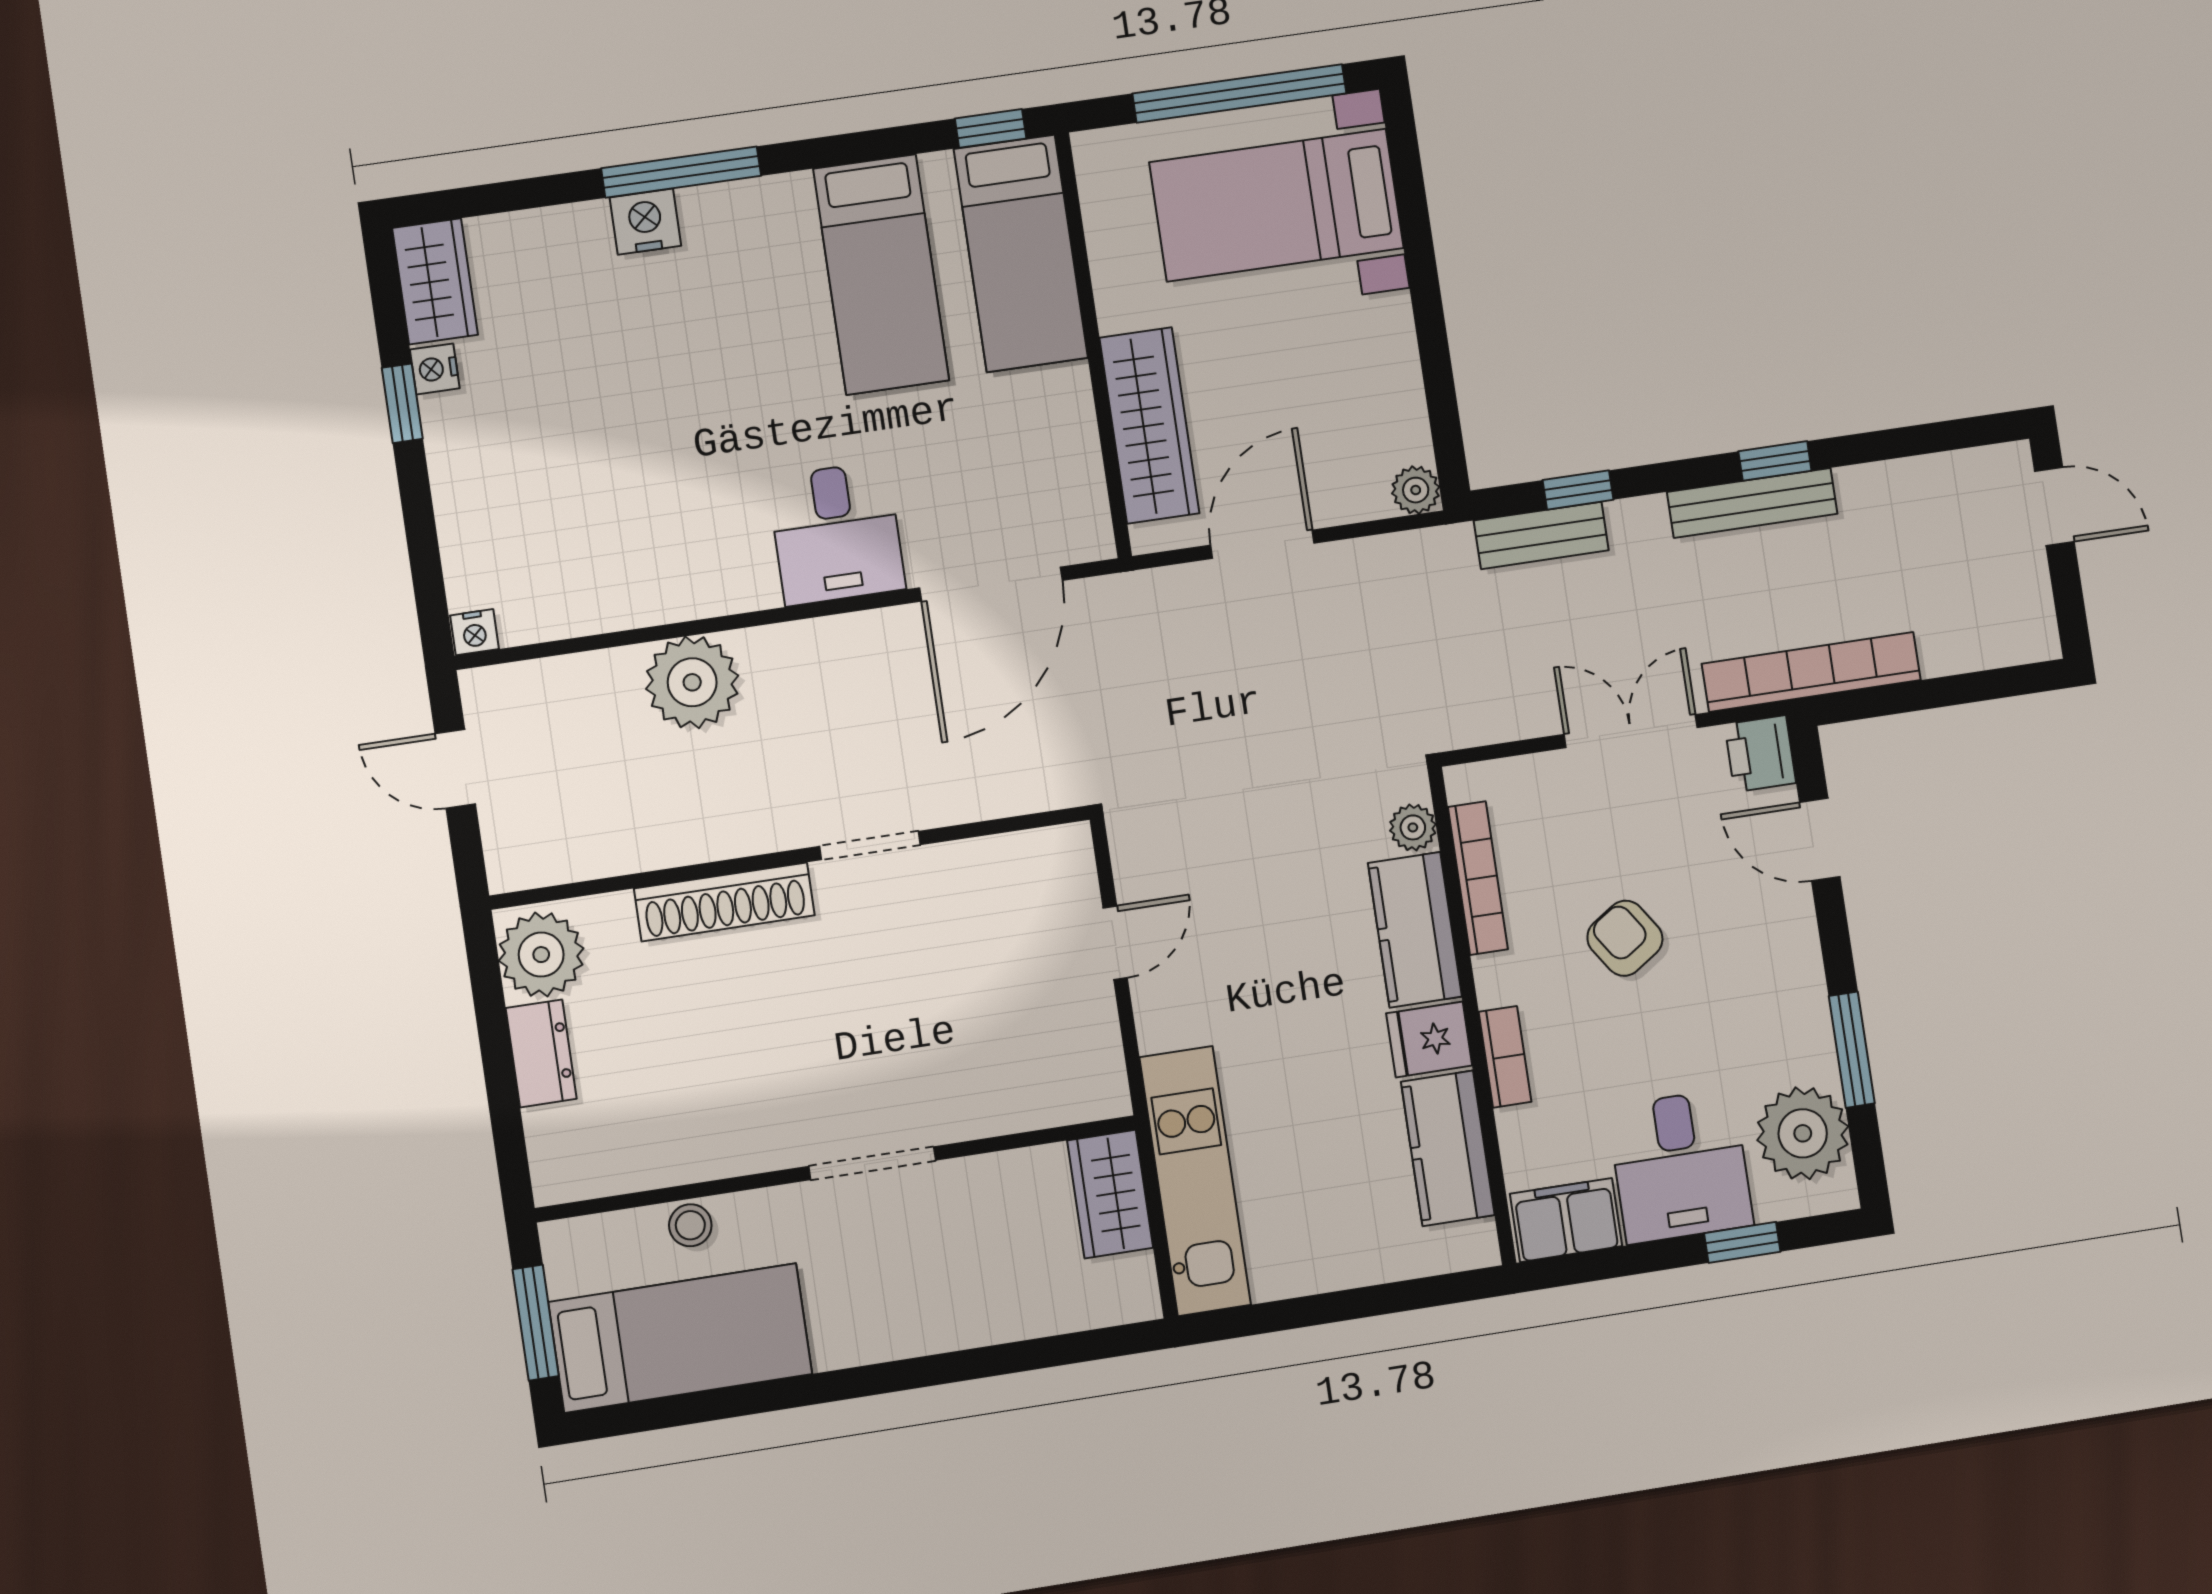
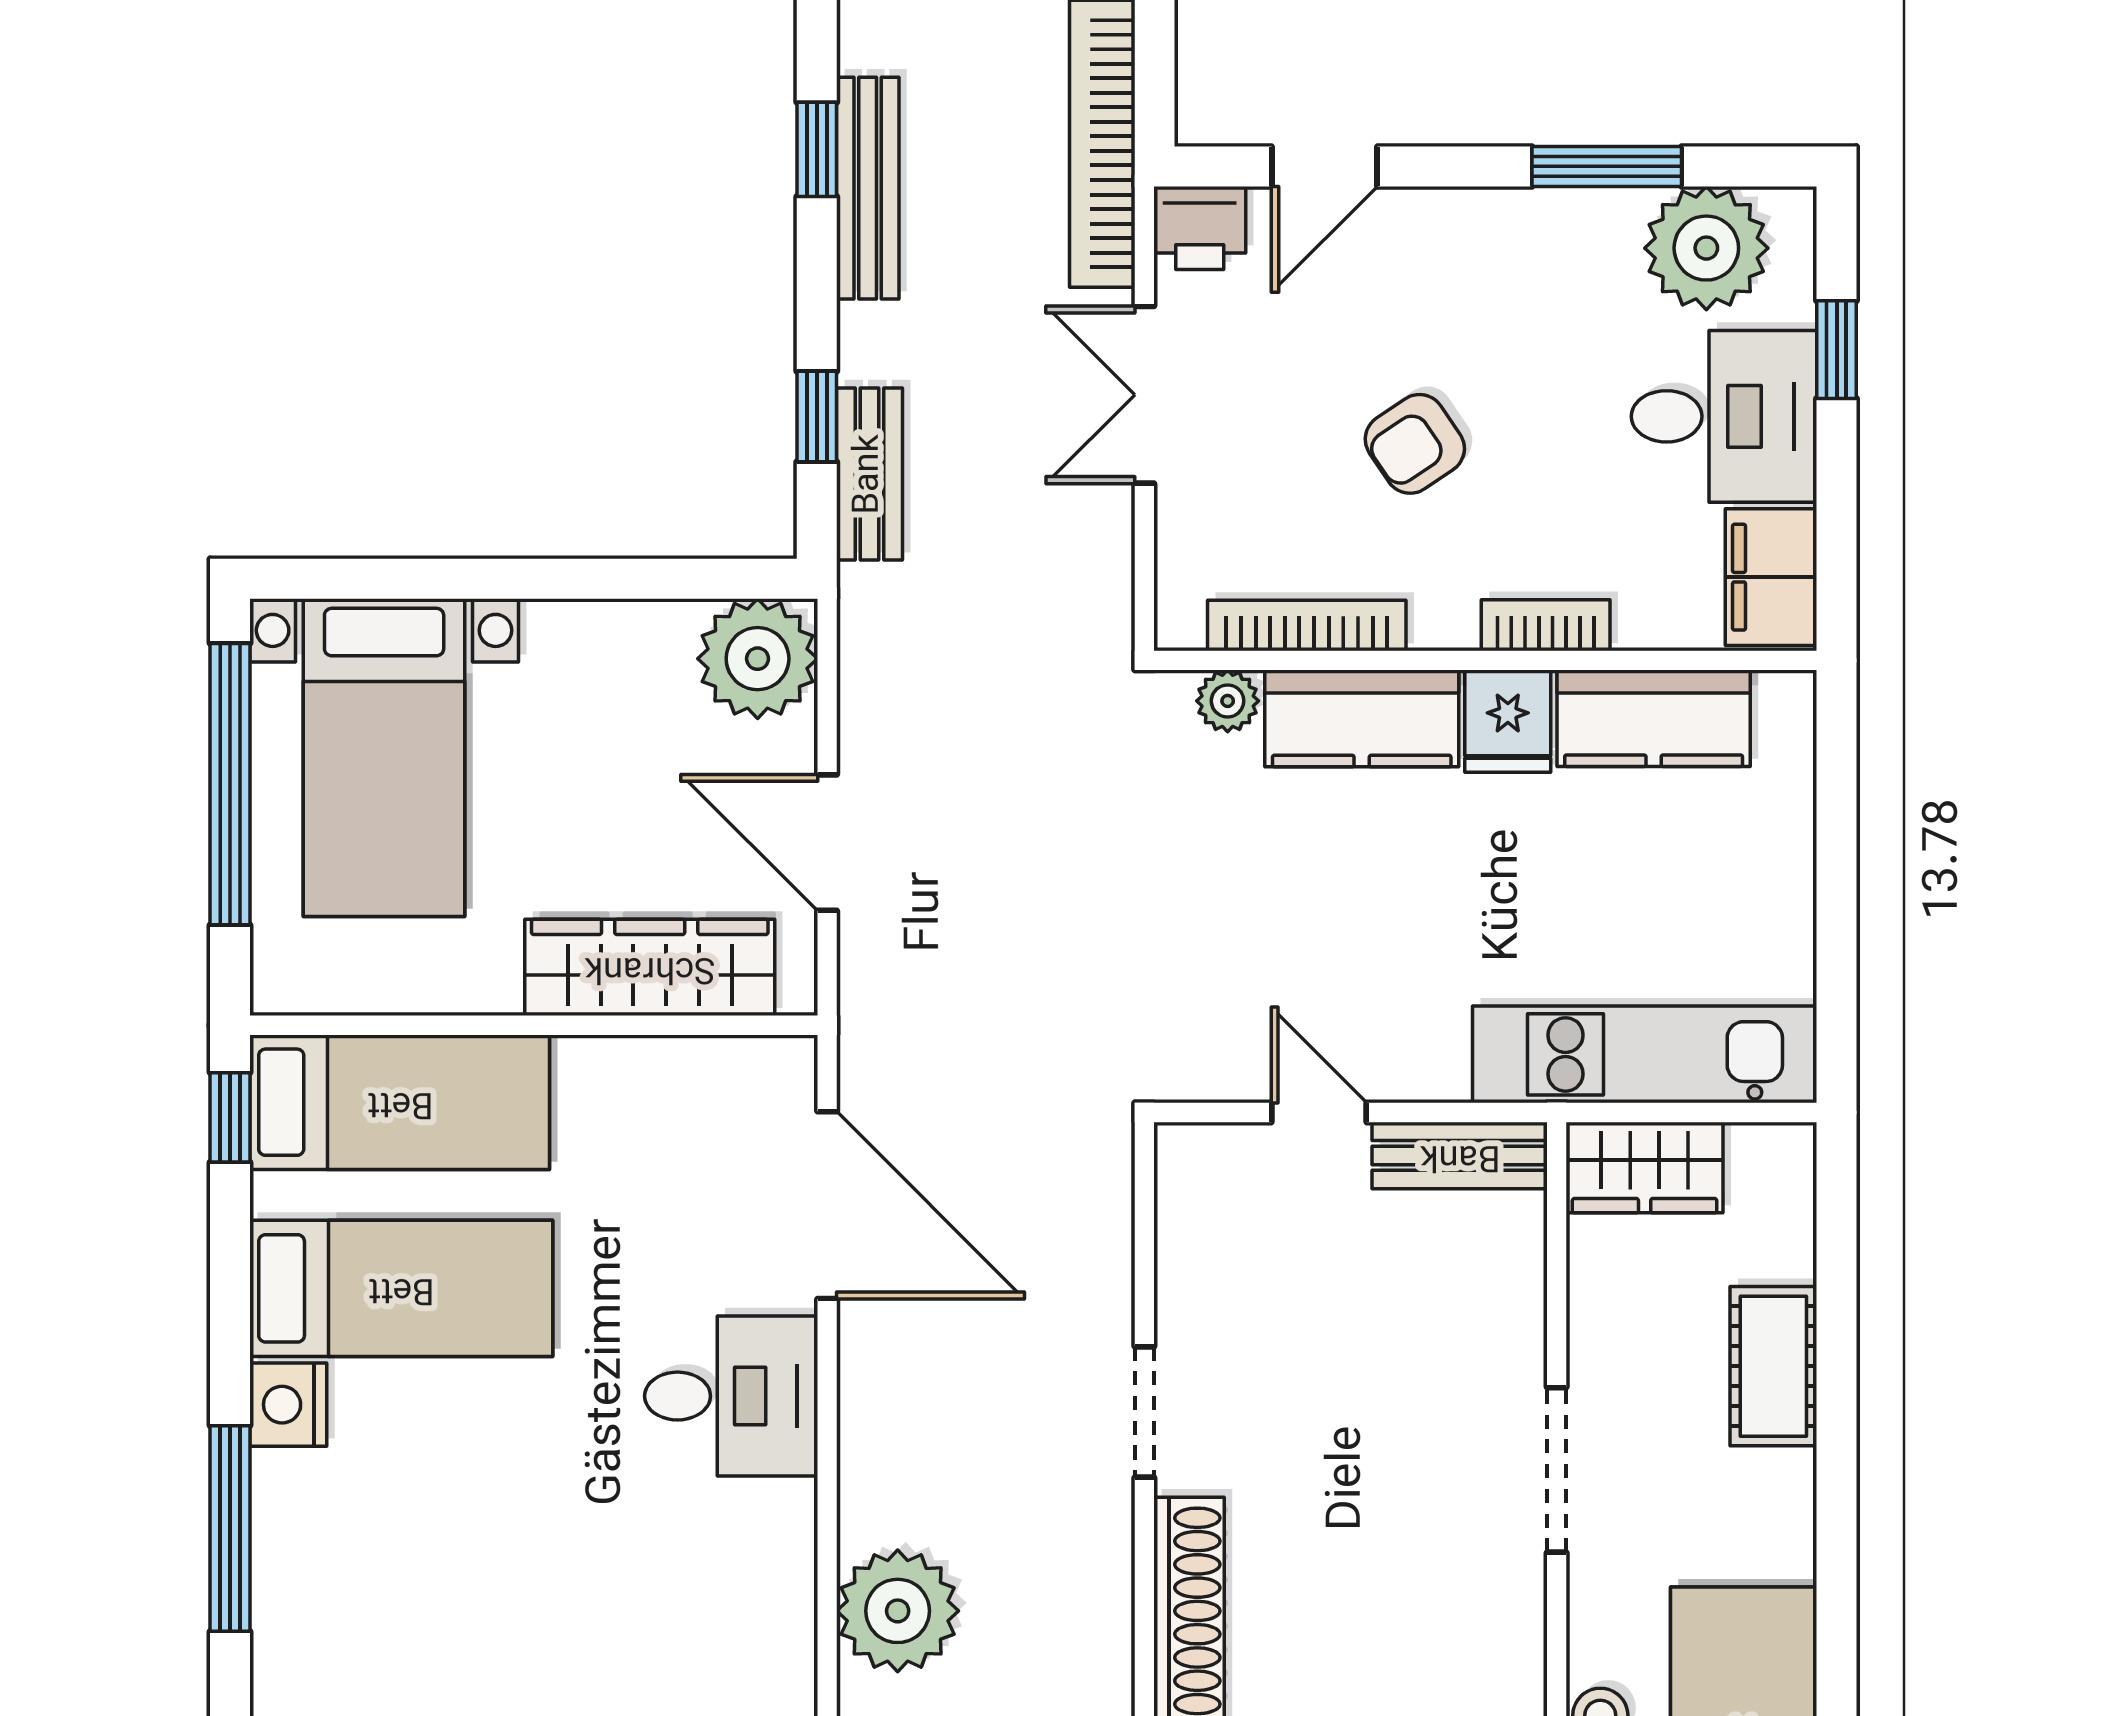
nightstand: (645, 222) -> (288, 1405), moved
plant: (1416, 490) -> (758, 659), width x1.87, depth x1.87
bench: (1099, 1053) -> (1460, 1155), added
cot: (975, 1315) -> (1773, 1366), added

